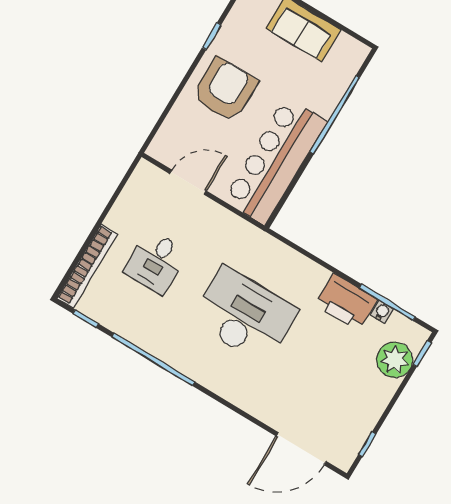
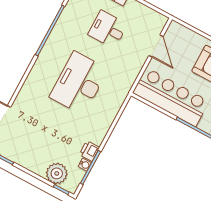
printer: (346, 302) -> (89, 151), width x0.53, depth x0.68
desk: (244, 315) -> (79, 83), turned 180

